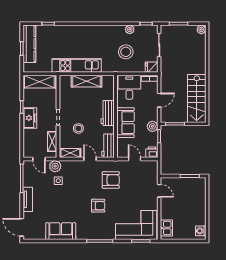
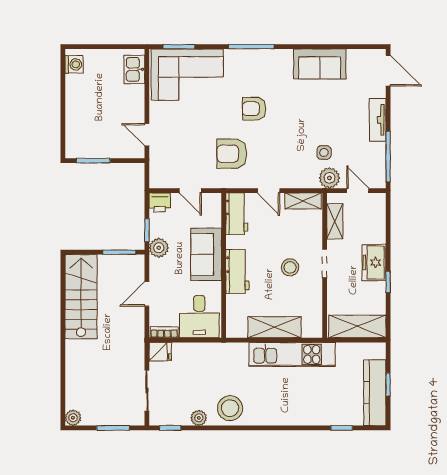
stool: (126, 52) -> (230, 408), moved
stool: (78, 128) -> (290, 267), moved

